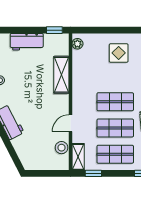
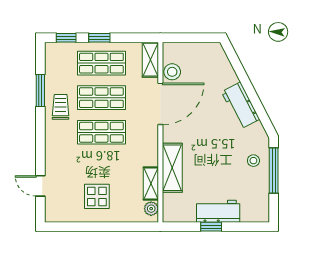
window: (54, 30) -> (211, 227), moved
shelving: (78, 63) -> (151, 183), added
door: (70, 123) -> (160, 104), width x1.87
window: (93, 173) -> (99, 38), moved

